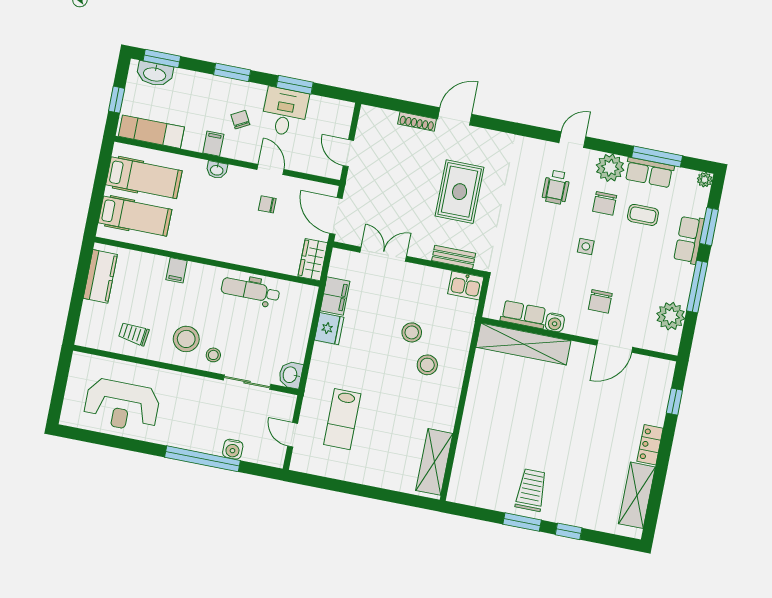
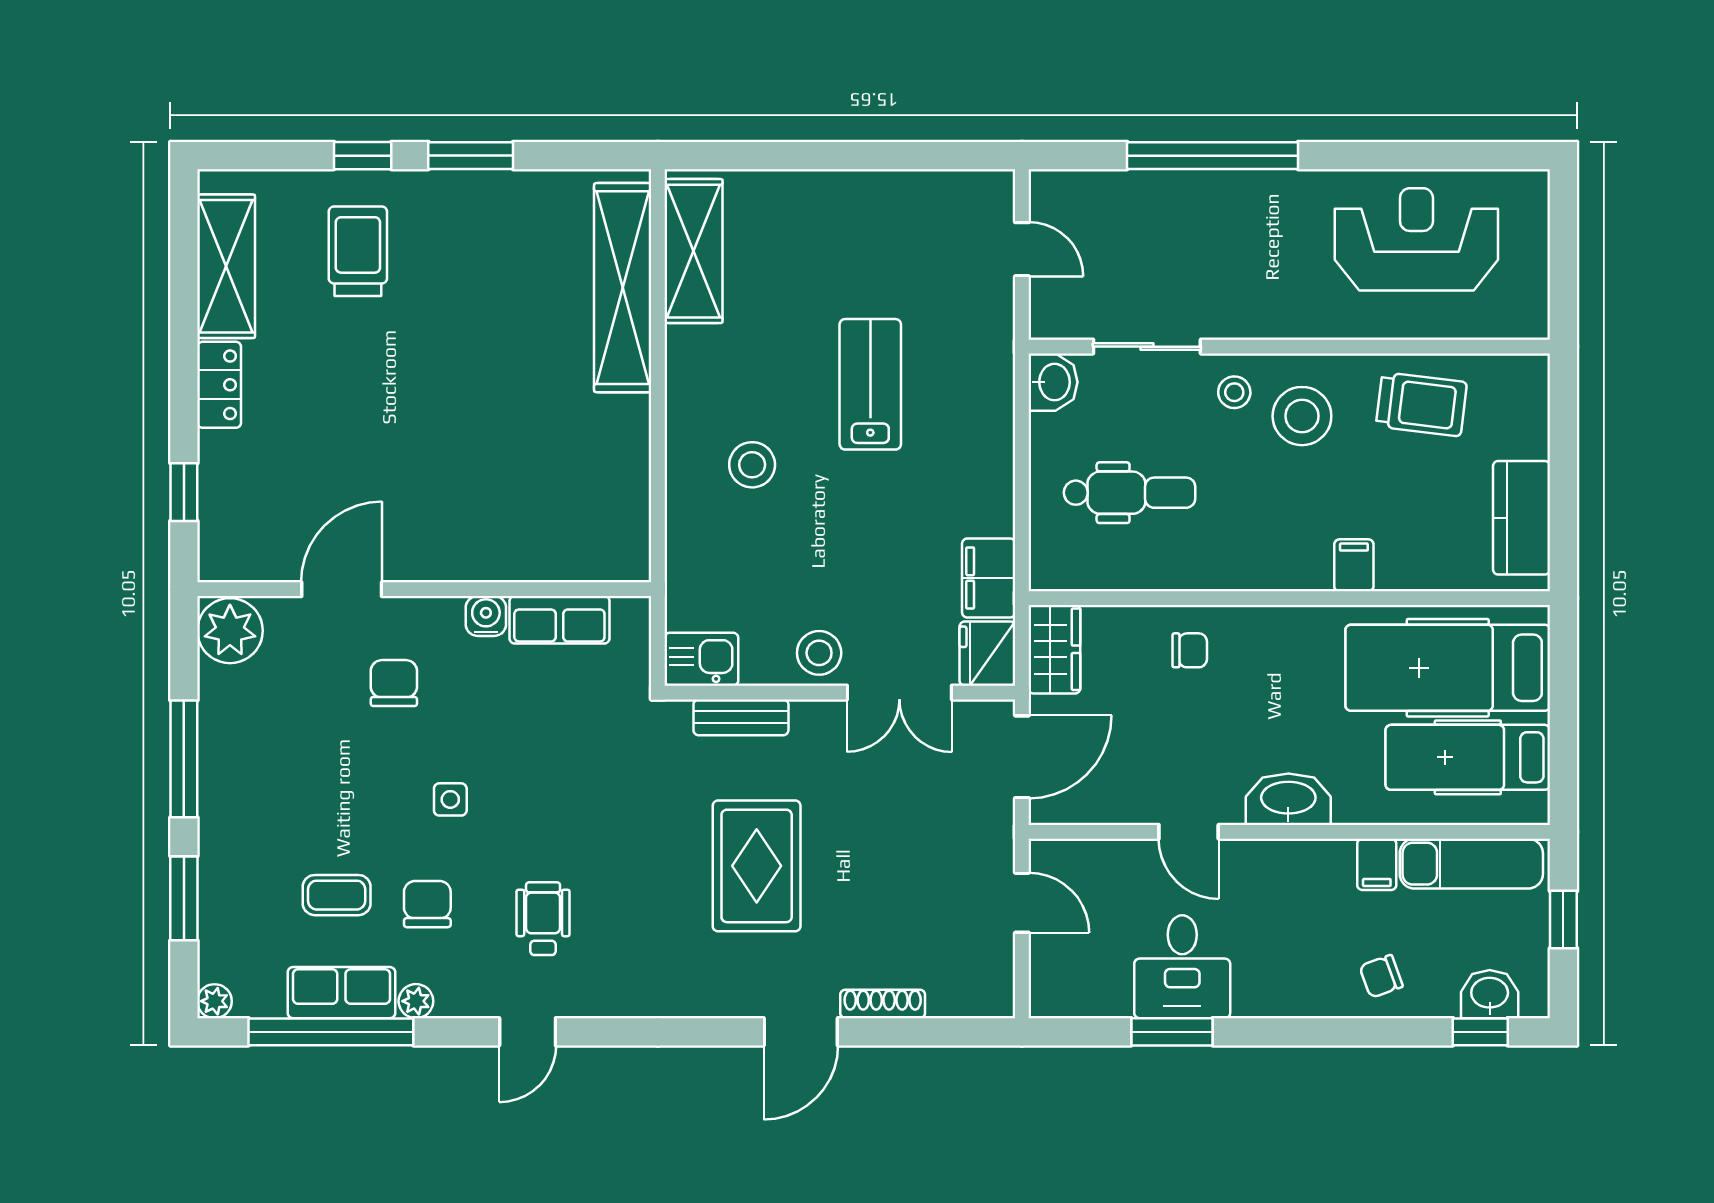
window: (162, 58) -> (1480, 1032), width x0.67
window: (232, 72) -> (1317, 1032), removed
washbasin: (155, 74) -> (1490, 994), width x0.72
chair: (240, 120) -> (1381, 976), moved, turned 98
filing cabinet: (213, 144) -> (1377, 864), moved
window: (657, 157) -> (331, 1032), width x1.46
plant: (610, 168) -> (416, 1001), width x0.53, depth x0.53
washbasin: (217, 170) -> (1288, 799), width x1.91, depth x1.45
chair: (267, 204) -> (1190, 650), moved
hospital bed: (135, 216) -> (1448, 668), width x1.37, depth x1.29
door: (336, 216) -> (1022, 757), hinge flipped
row of seats: (689, 240) -> (223, 860), removed
dental chair: (250, 290) -> (1129, 493), moved
plant: (671, 316) -> (230, 631), moved
fridge: (329, 329) -> (987, 654), moved
stool: (412, 332) -> (819, 653), moved
trolley: (134, 334) -> (1421, 404), width x1.36, depth x1.39
shelving: (523, 344) -> (623, 288), moved, turned 90
lab bench: (342, 419) -> (870, 384), moved
water cooler: (233, 449) -> (1149, 190), removed
trolley: (531, 490) -> (358, 251), moved, turned 180

